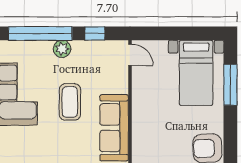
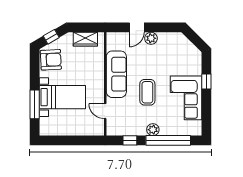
door: (130, 55) -> (105, 111), moved
bed with nightstands: (196, 73) -> (62, 97), moved, turned 90

